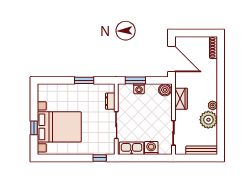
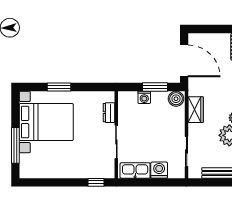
window: (84, 80) -> (59, 87), moved
window: (135, 80) -> (155, 87), moved
bed with nightstands: (59, 127) -> (46, 122), moved
window: (34, 128) -> (15, 145), width x2.17

